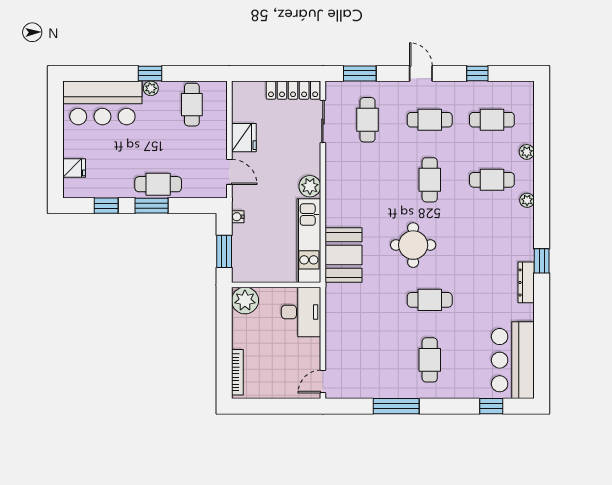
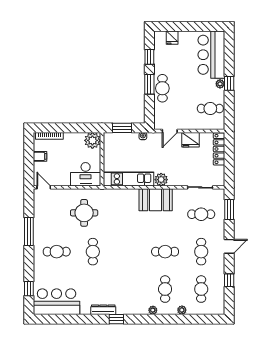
locker: (293, 90) -> (219, 149), moved
round table: (413, 245) -> (84, 213), moved
booth: (344, 255) -> (156, 200), moved
filing cabinet: (271, 388) -> (40, 156), added

